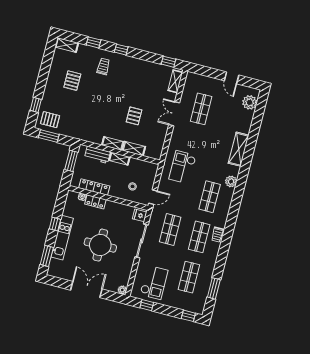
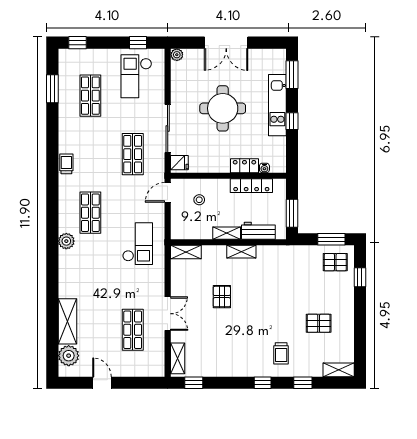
pallet: (72, 81) -> (319, 323), turned 90
shelving: (134, 148) -> (186, 252), moved
shelving: (239, 149) -> (67, 321), moved
shop shelf: (199, 237) -> (90, 154), removed

